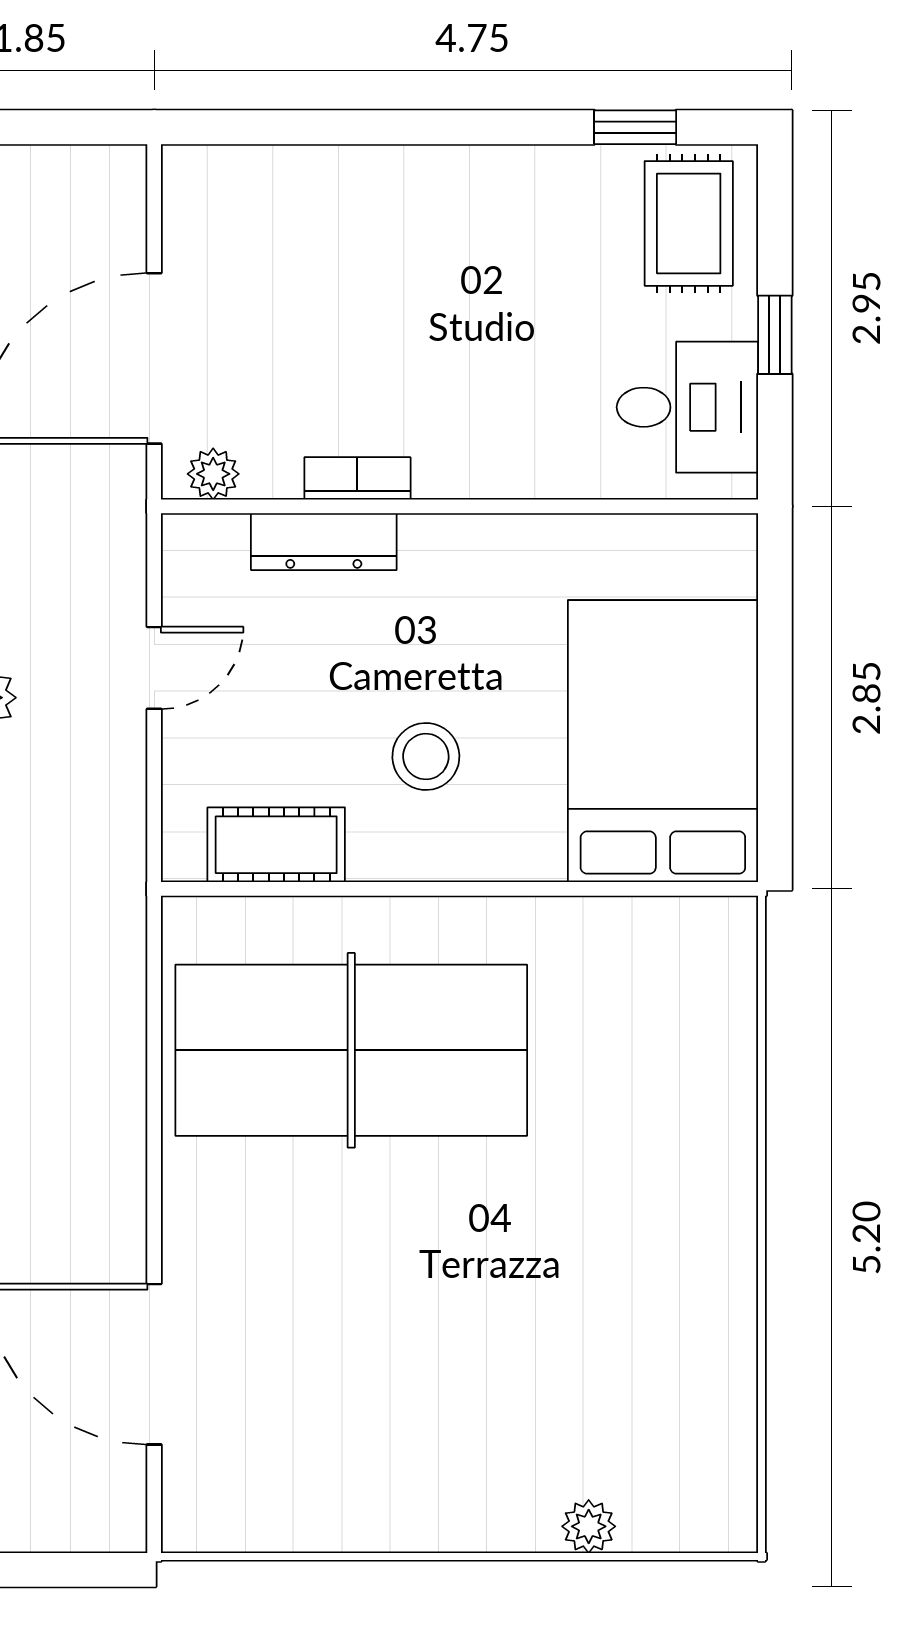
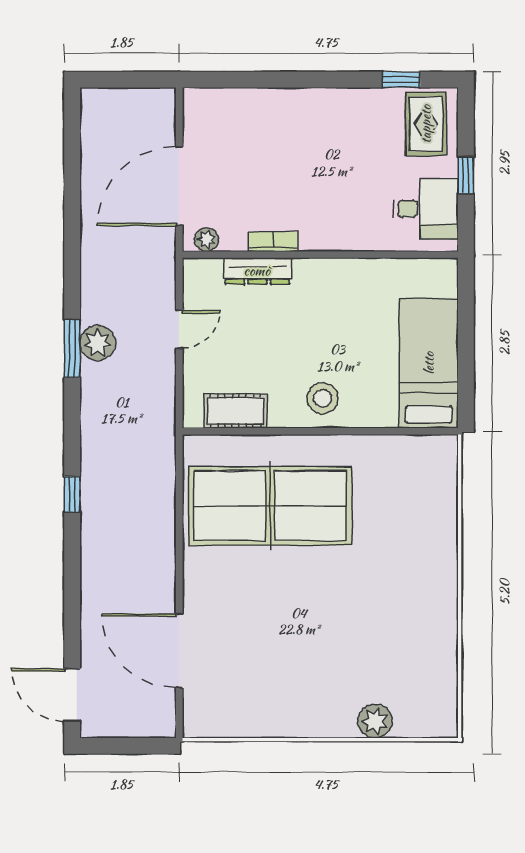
bed: (663, 741) -> (429, 363), width x0.67
stool: (426, 757) -> (322, 398), moved
plant: (589, 1526) -> (375, 721), width x1.38, depth x1.38

